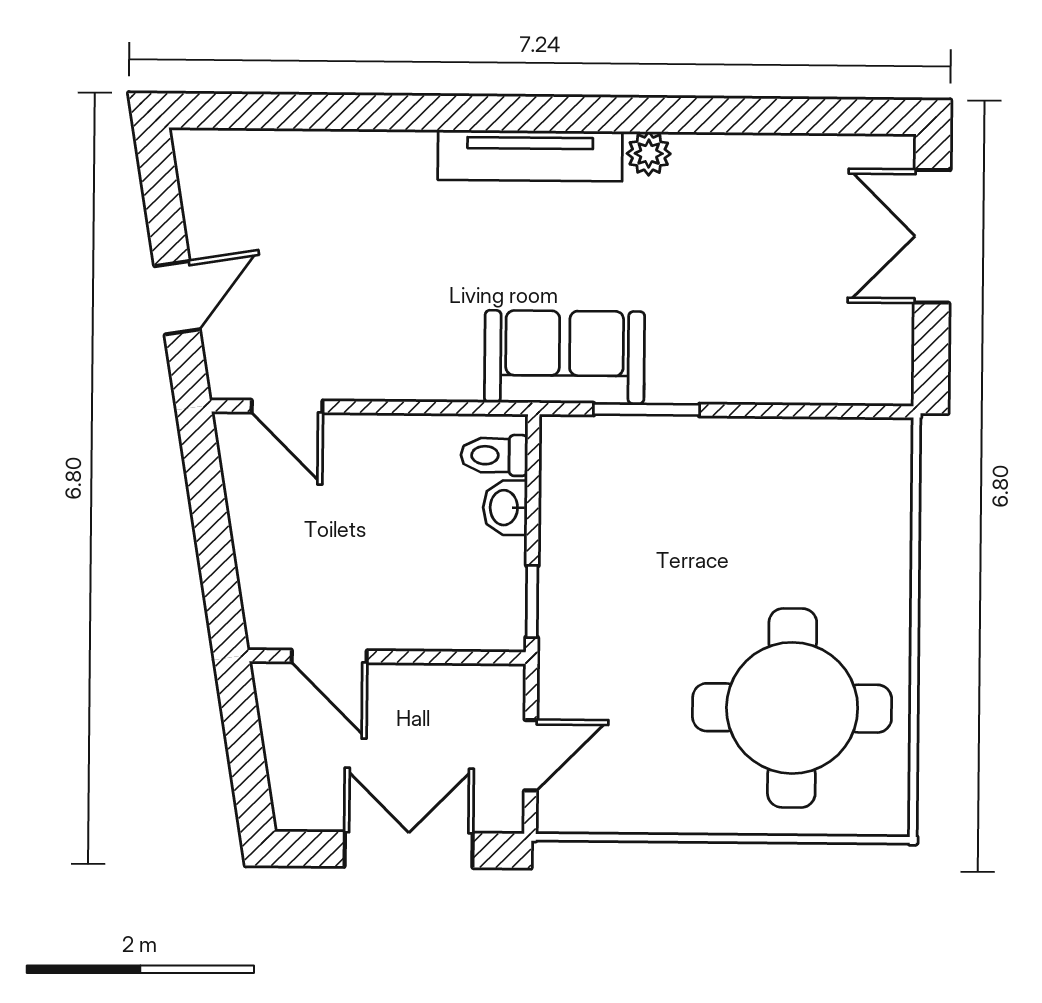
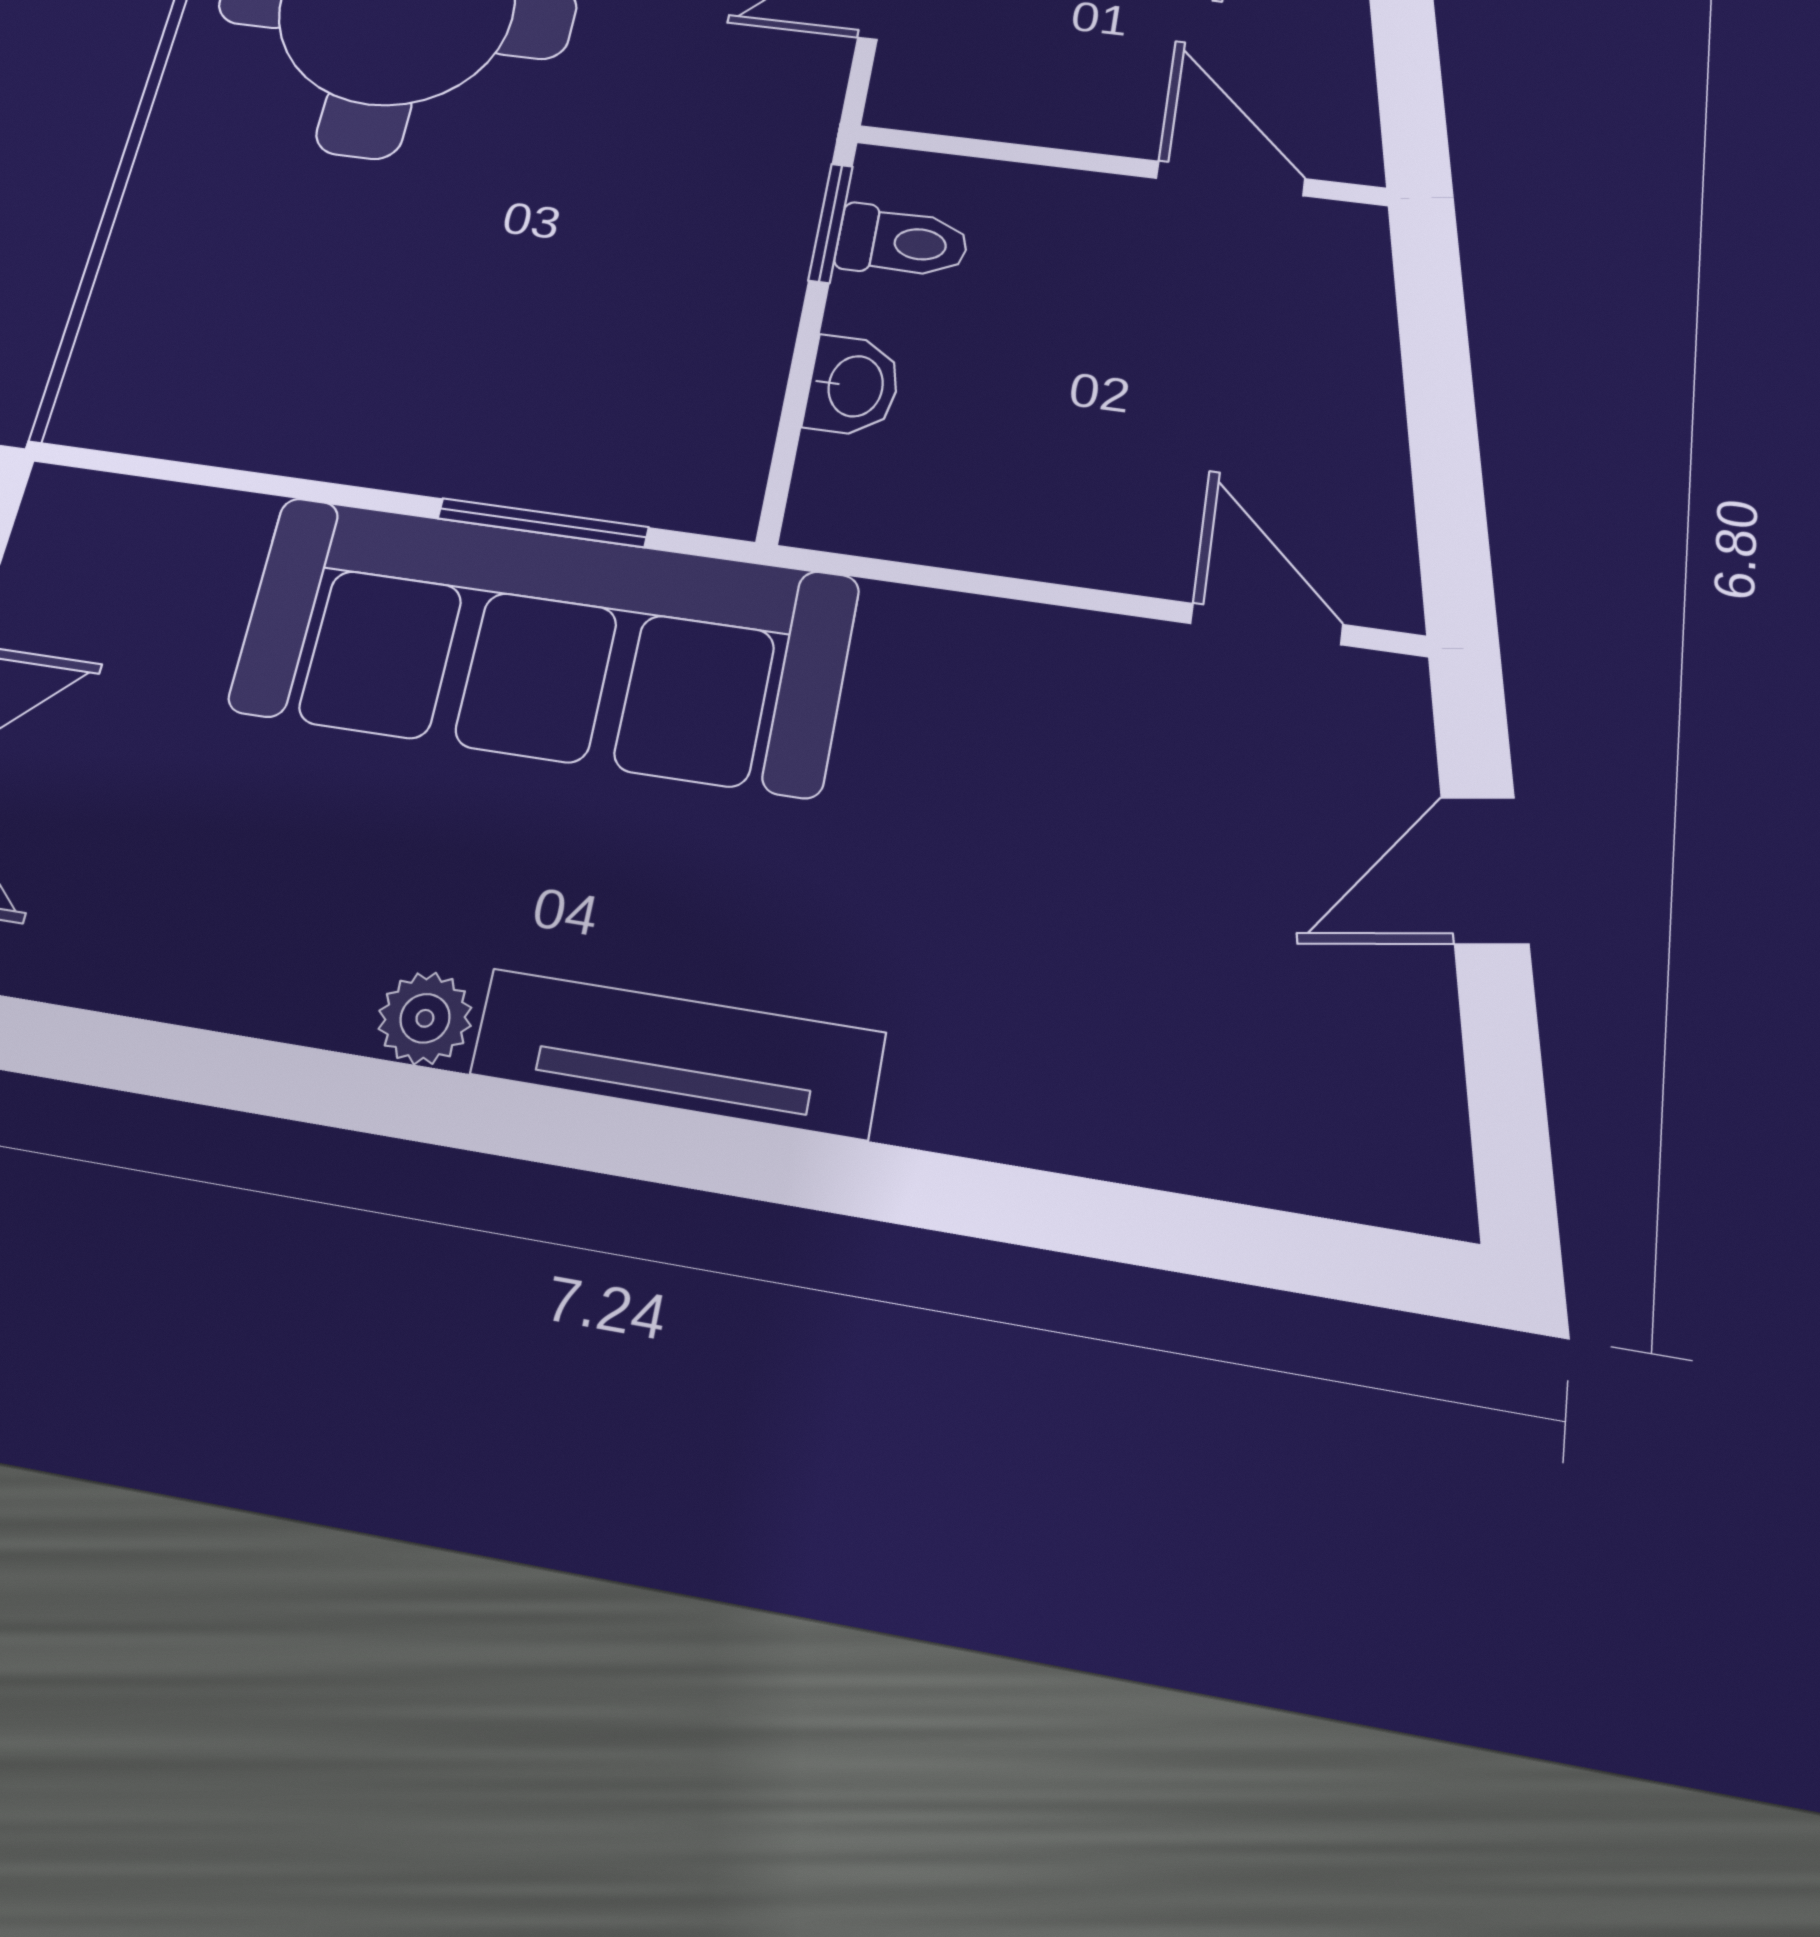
sofa: (565, 357) -> (544, 644), width x1.85, depth x1.27
toilet: (494, 455) -> (902, 242), moved

